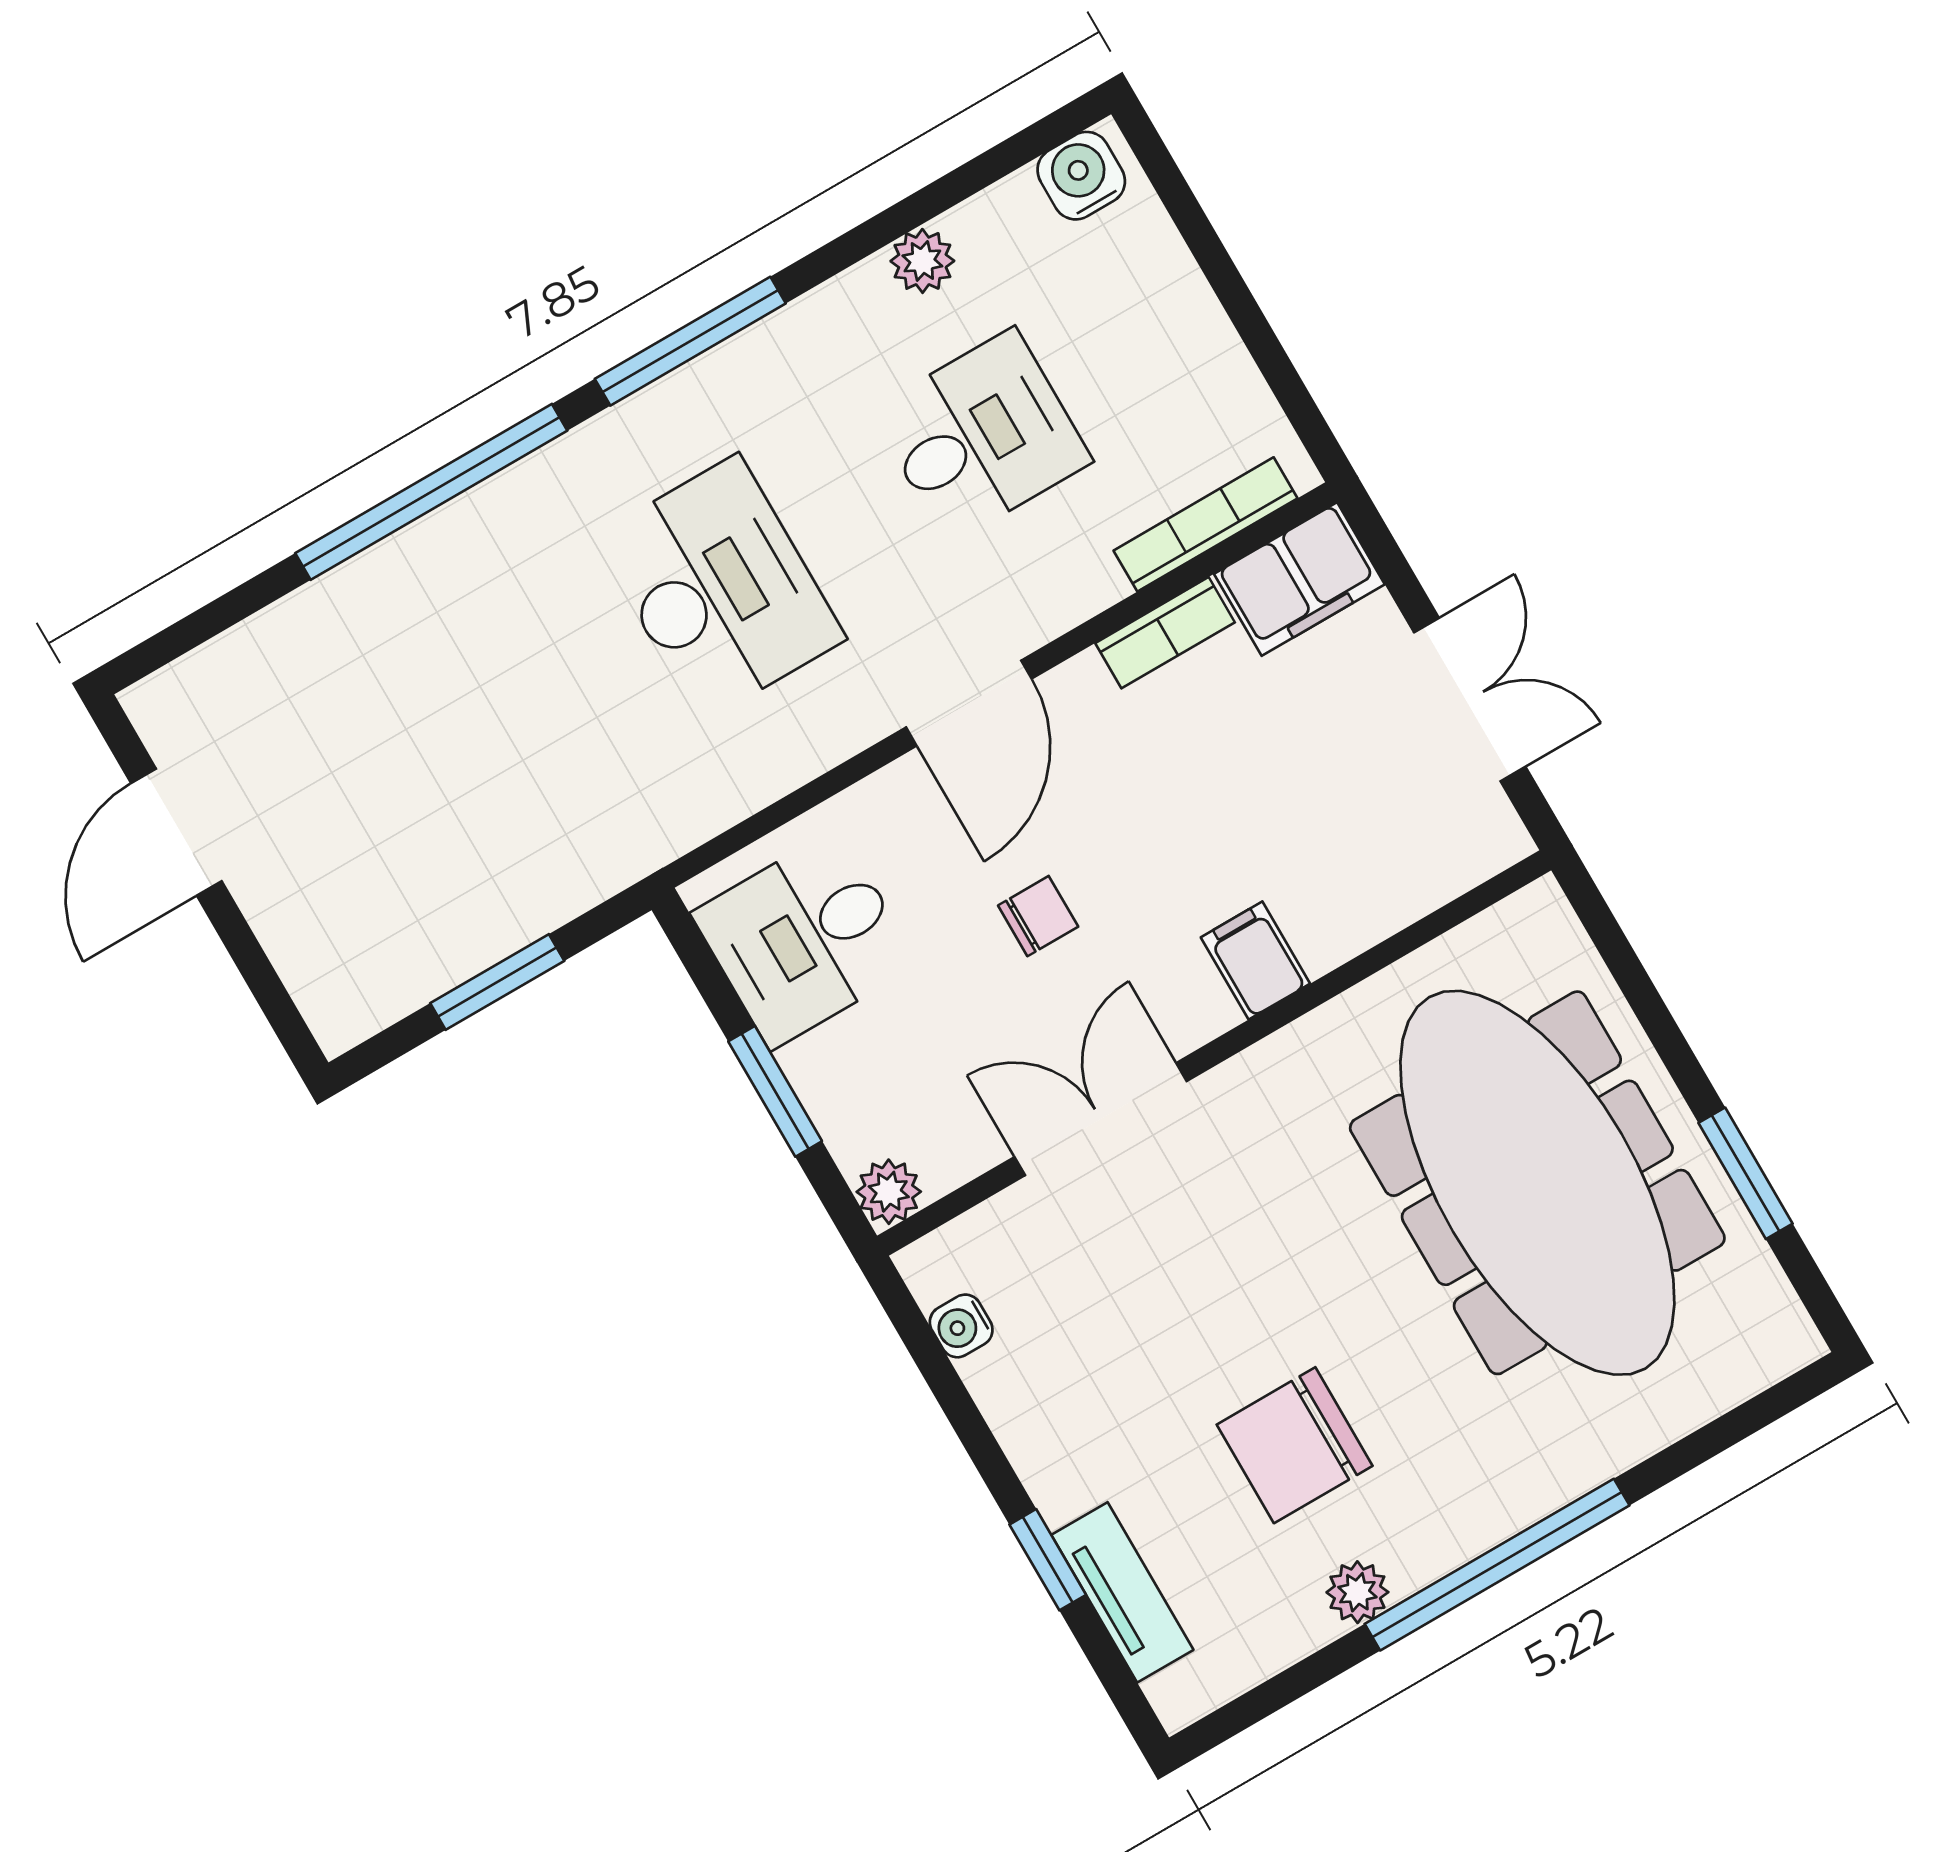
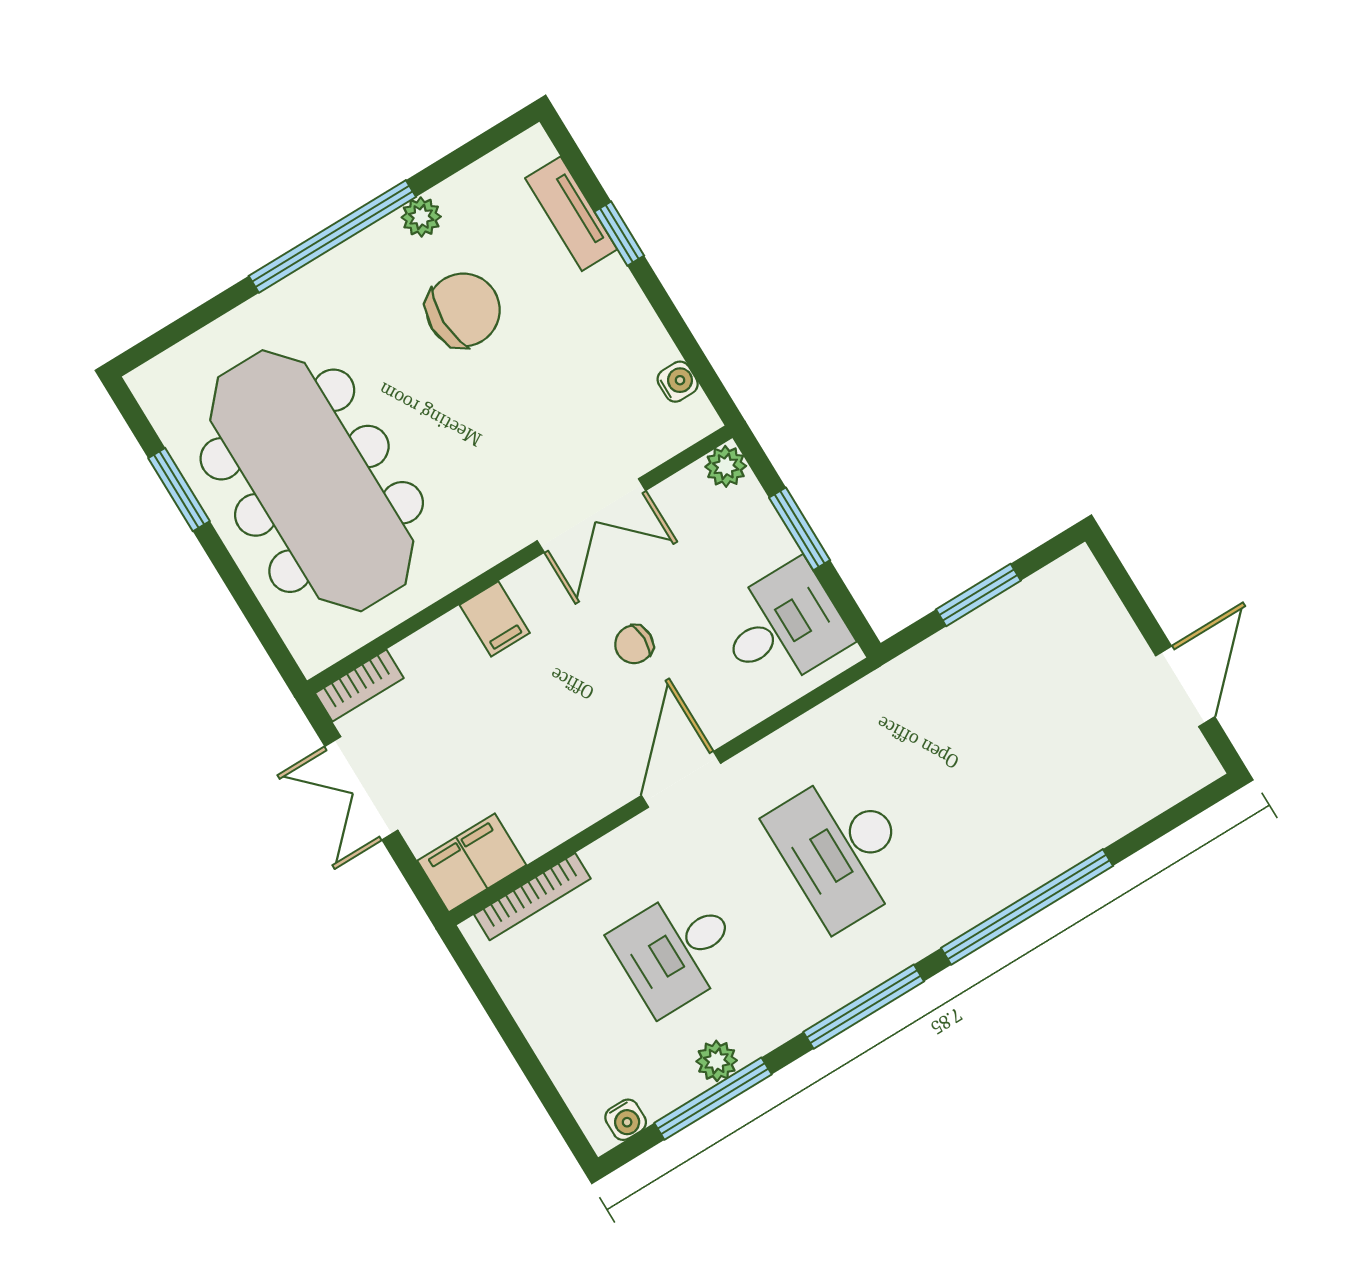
water cooler: (1081, 176) -> (626, 1120), width x0.72, depth x0.72
window: (929, 202) -> (713, 1099), added
bookcase: (1165, 633) -> (359, 686), moved, turned 180

